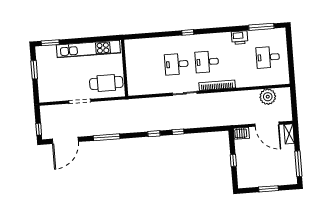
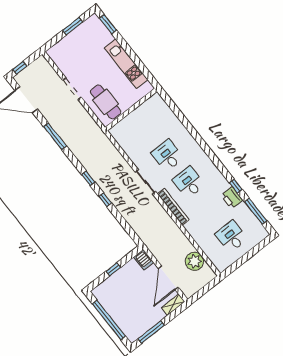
window: (188, 32) -> (236, 186), moved
kitchen unit: (88, 49) -> (126, 64), width x0.73
window: (268, 189) -> (109, 320), width x2.11

